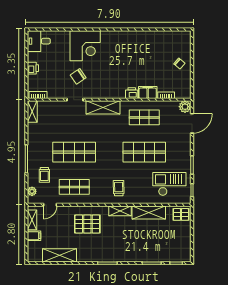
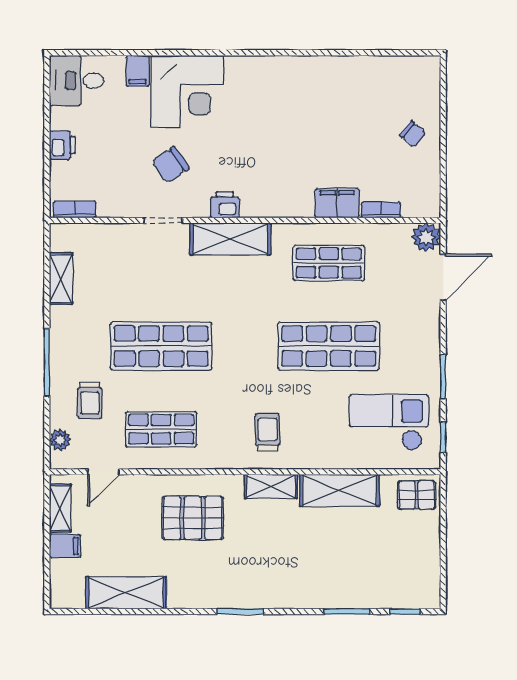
filing cabinet: (64, 37) -> (138, 71), added
printer: (132, 93) -> (225, 205), moved
shelving: (32, 111) -> (61, 279), moved

